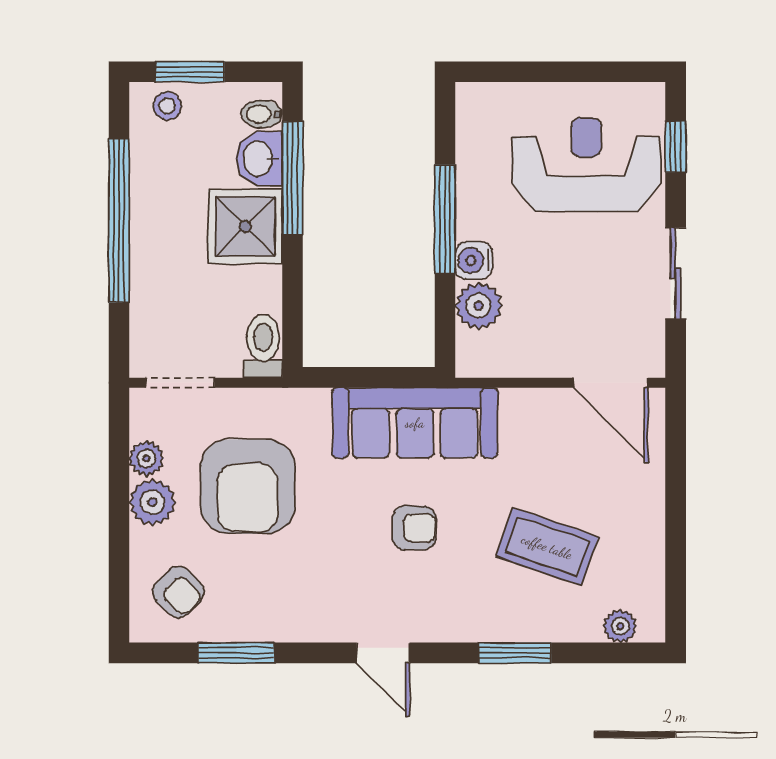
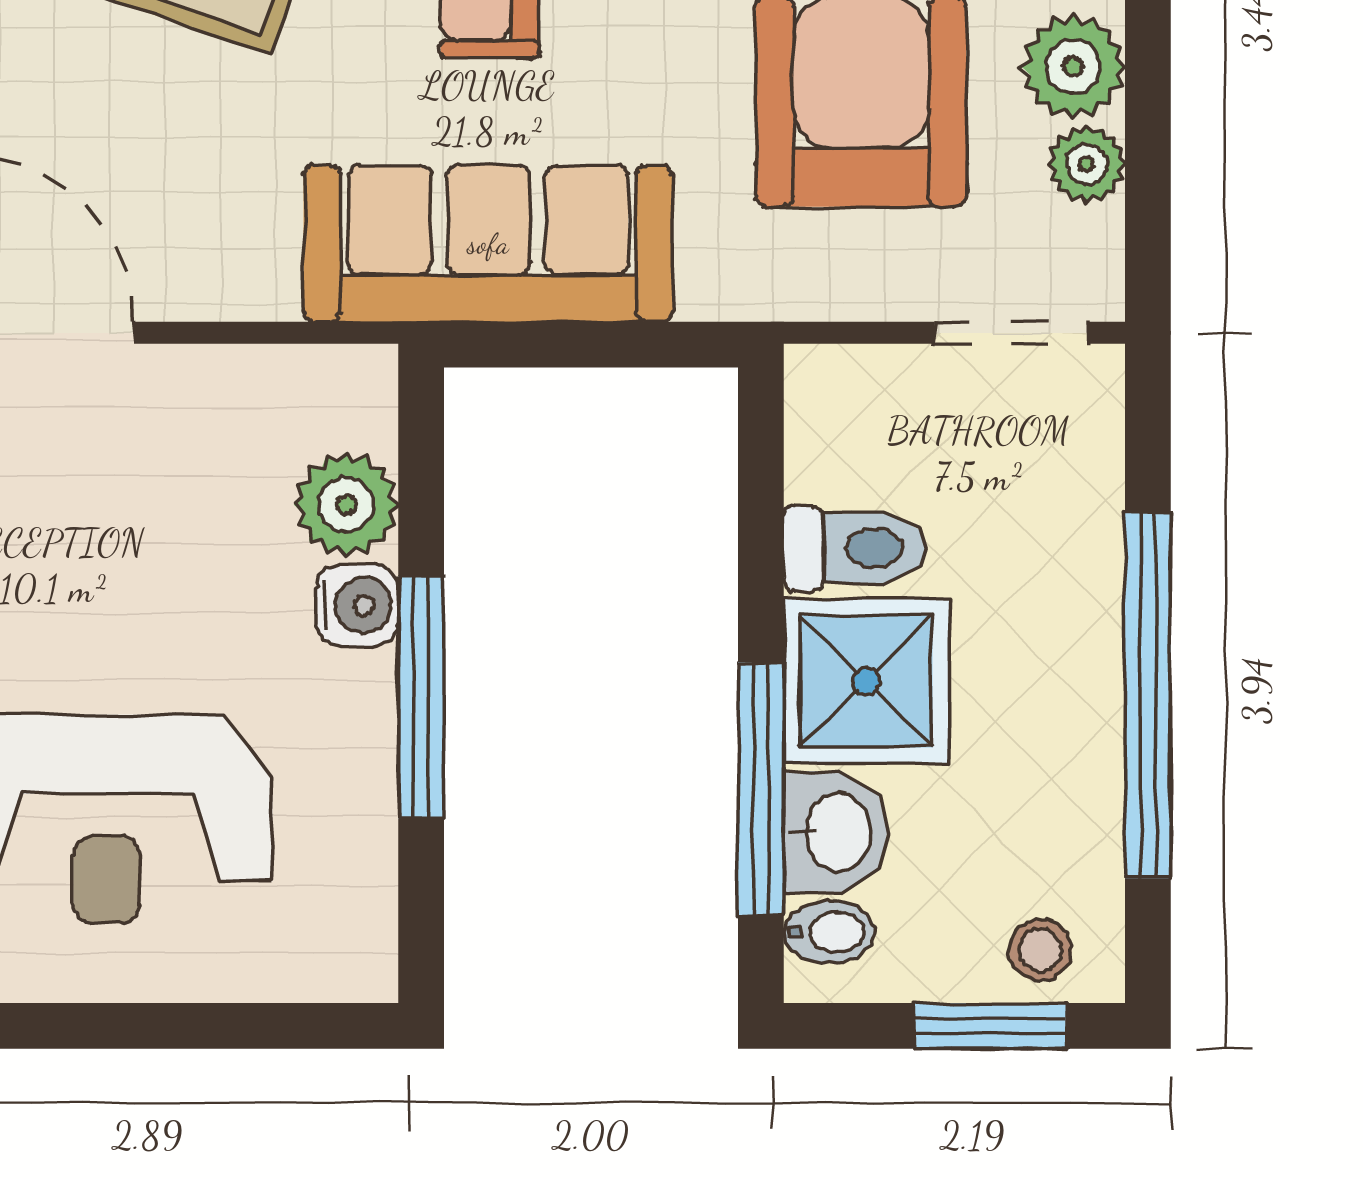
toilet: (263, 346) -> (854, 548), moved, turned -90

